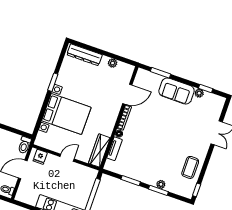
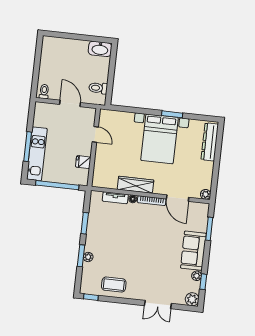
plant: (113, 63) -> (206, 194), moved
plant: (219, 102) -> (192, 299), added
bed with nightstands: (66, 114) -> (159, 139), moved
toilet: (24, 145) -> (98, 88), moved
wardrobe: (99, 151) -> (135, 185), moved
fridge: (40, 157) -> (83, 162), moved
door: (67, 158) -> (95, 134), moved

